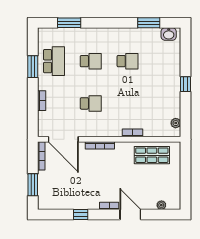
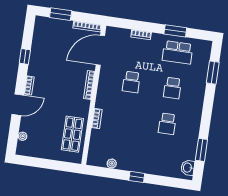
plant: (176, 123) -> (112, 164), moved

